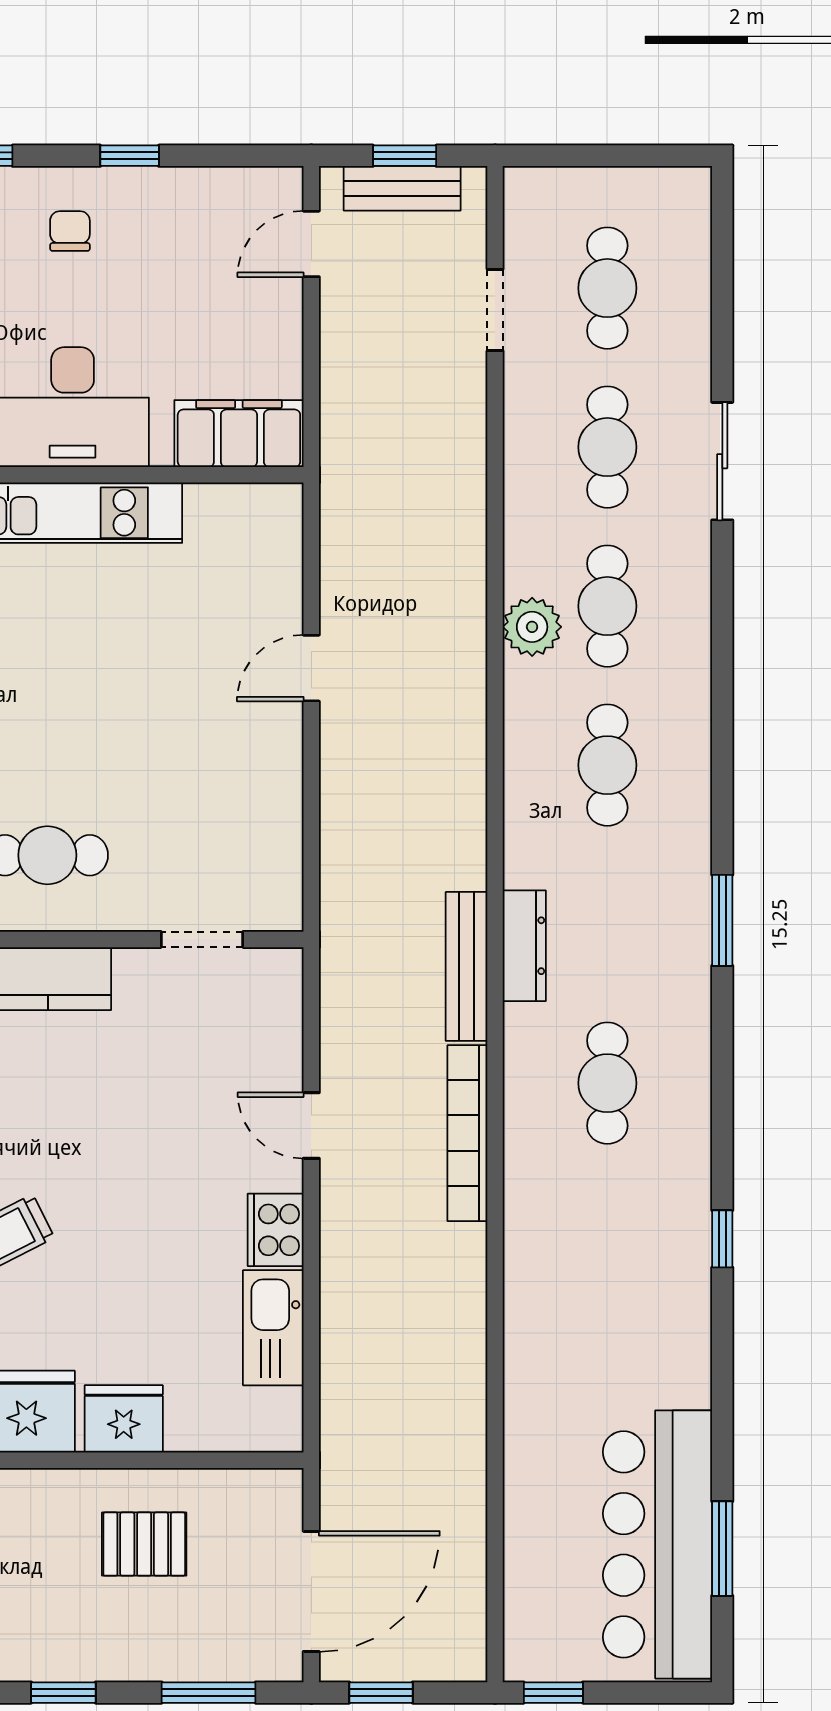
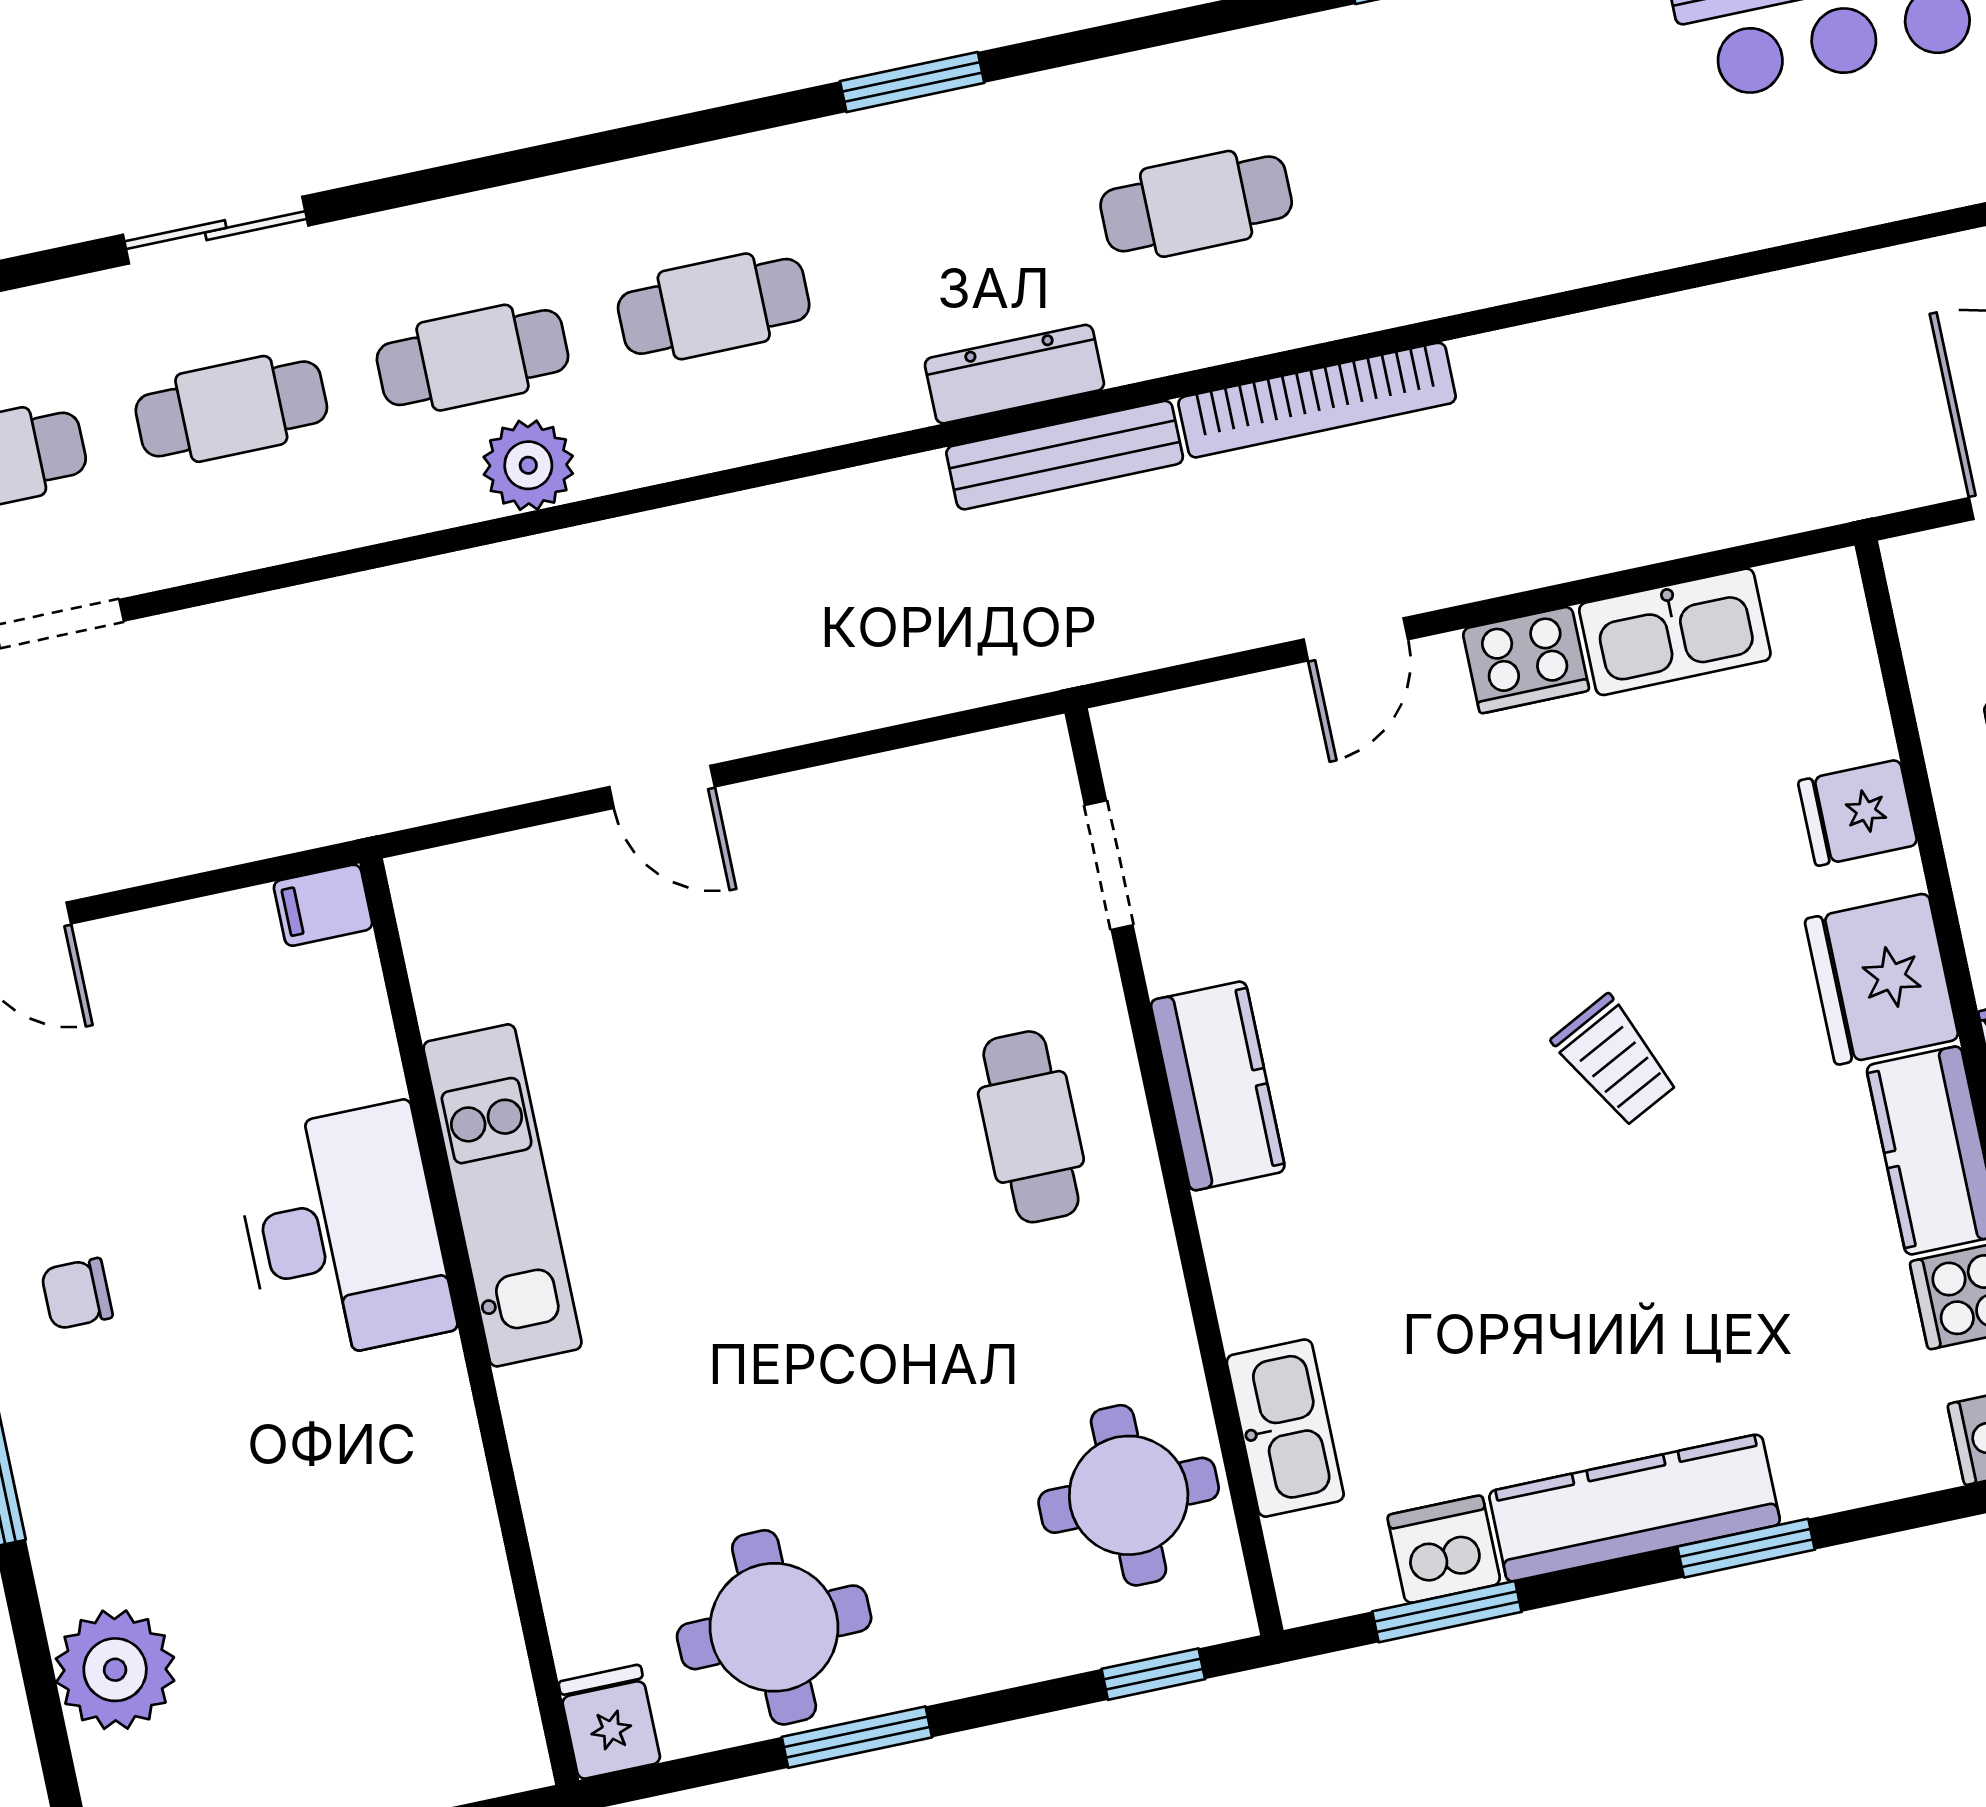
filing cabinet: (239, 434) -> (323, 905), width x0.33, depth x0.86
fridge: (124, 1419) -> (1858, 813), width x0.72

